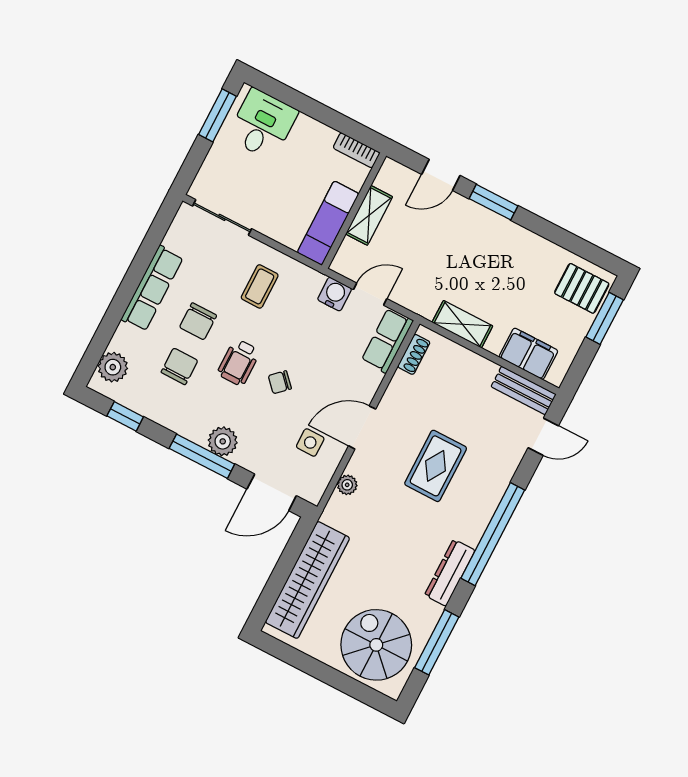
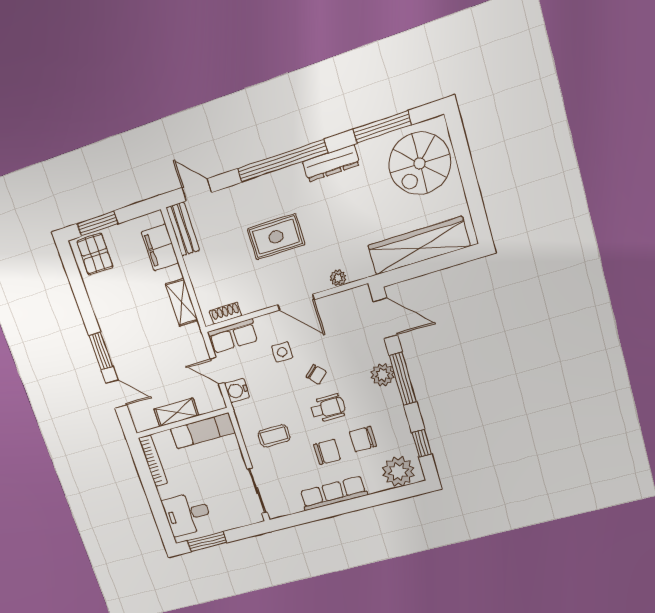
bookcase: (357, 150) -> (153, 461), width x1.56
plant: (113, 367) -> (398, 472), width x1.36, depth x1.36
side table: (310, 443) -> (282, 352), moved

